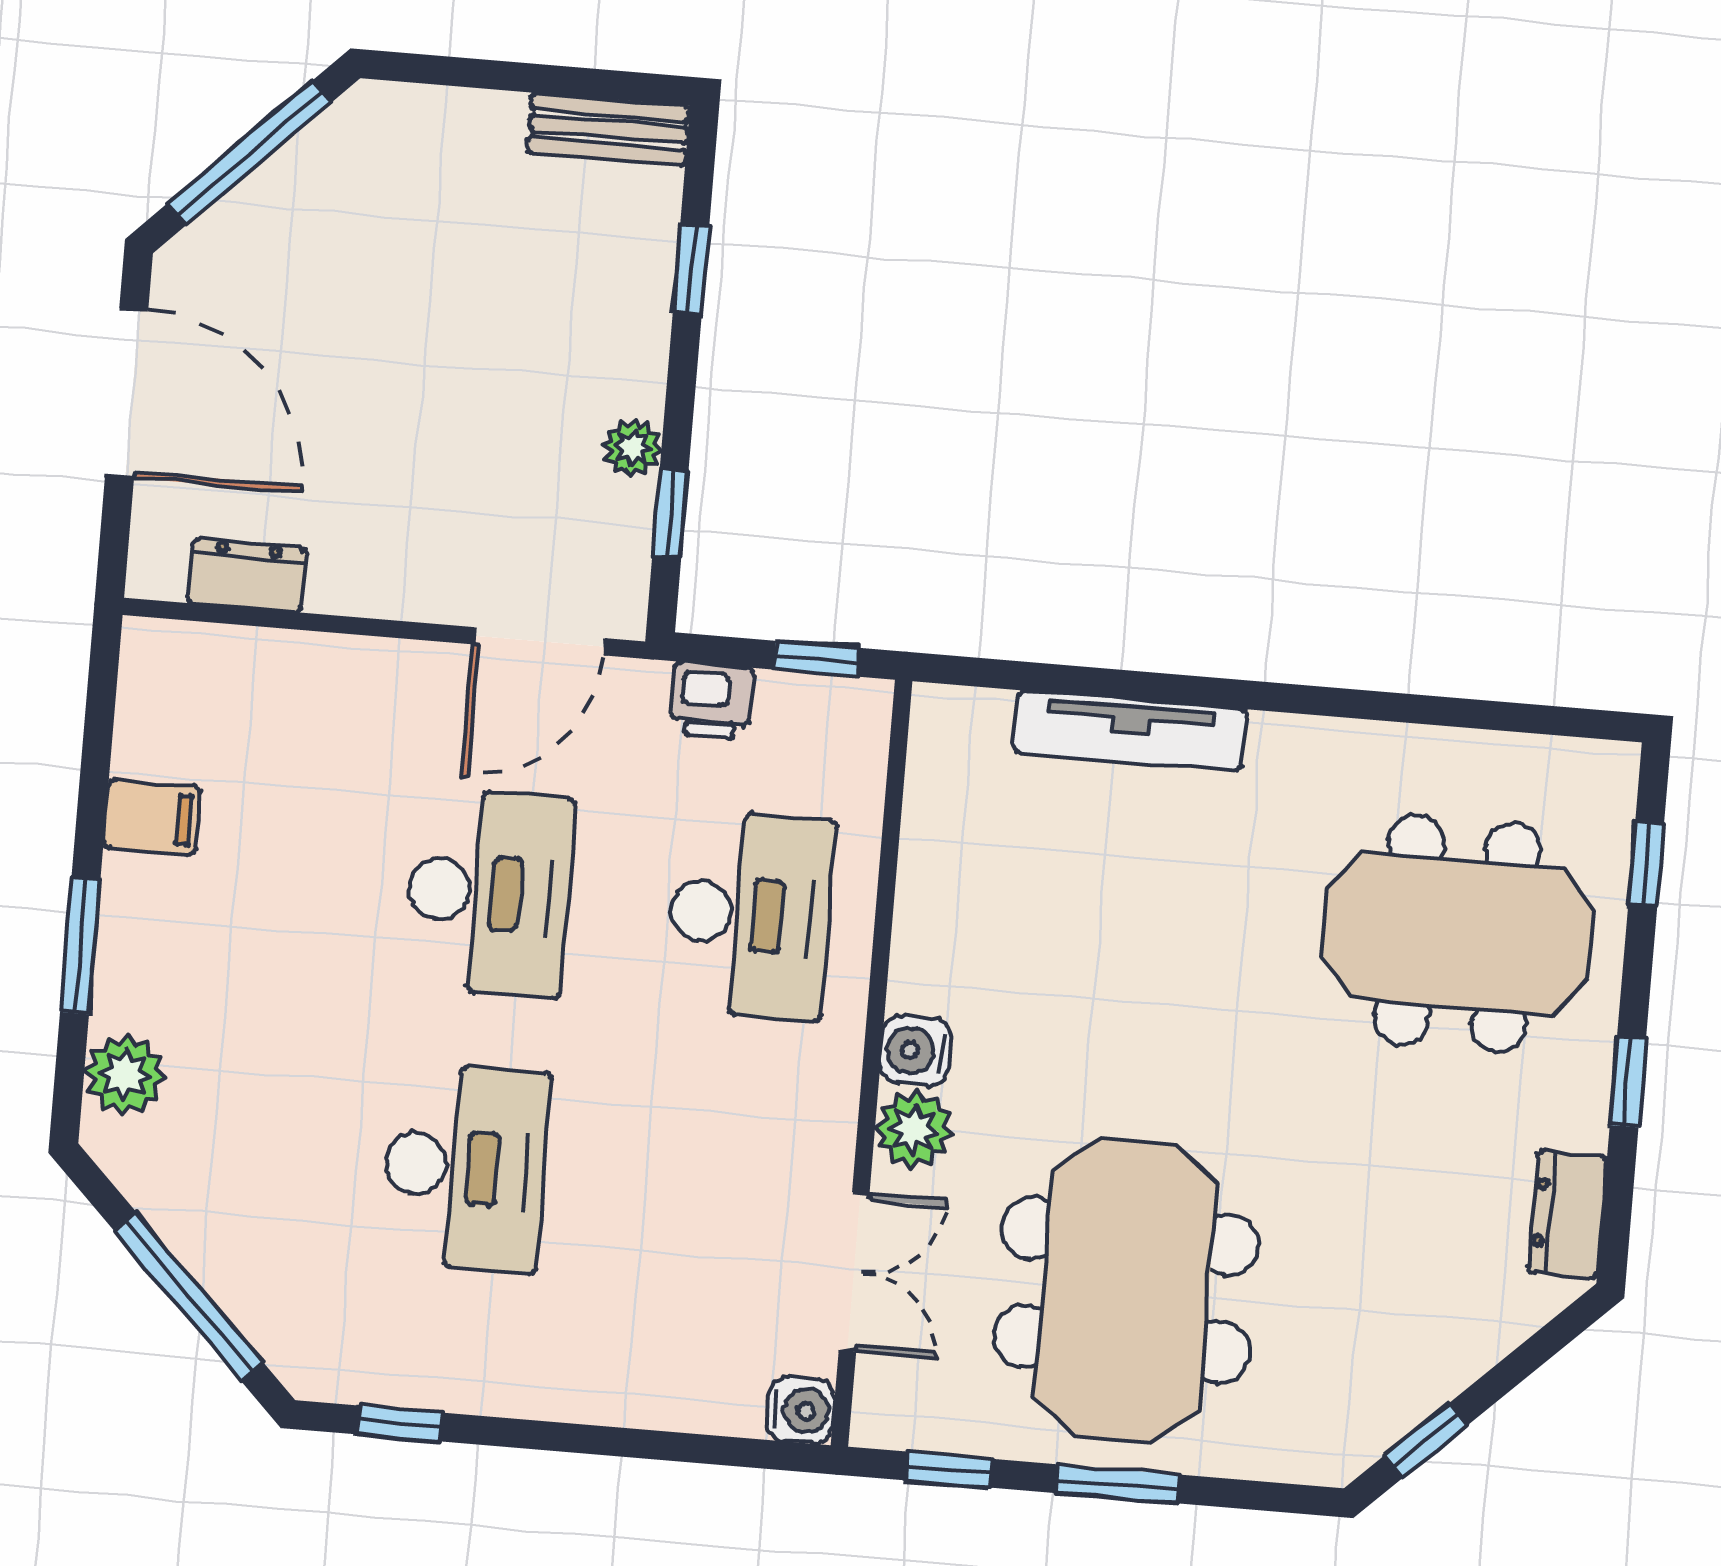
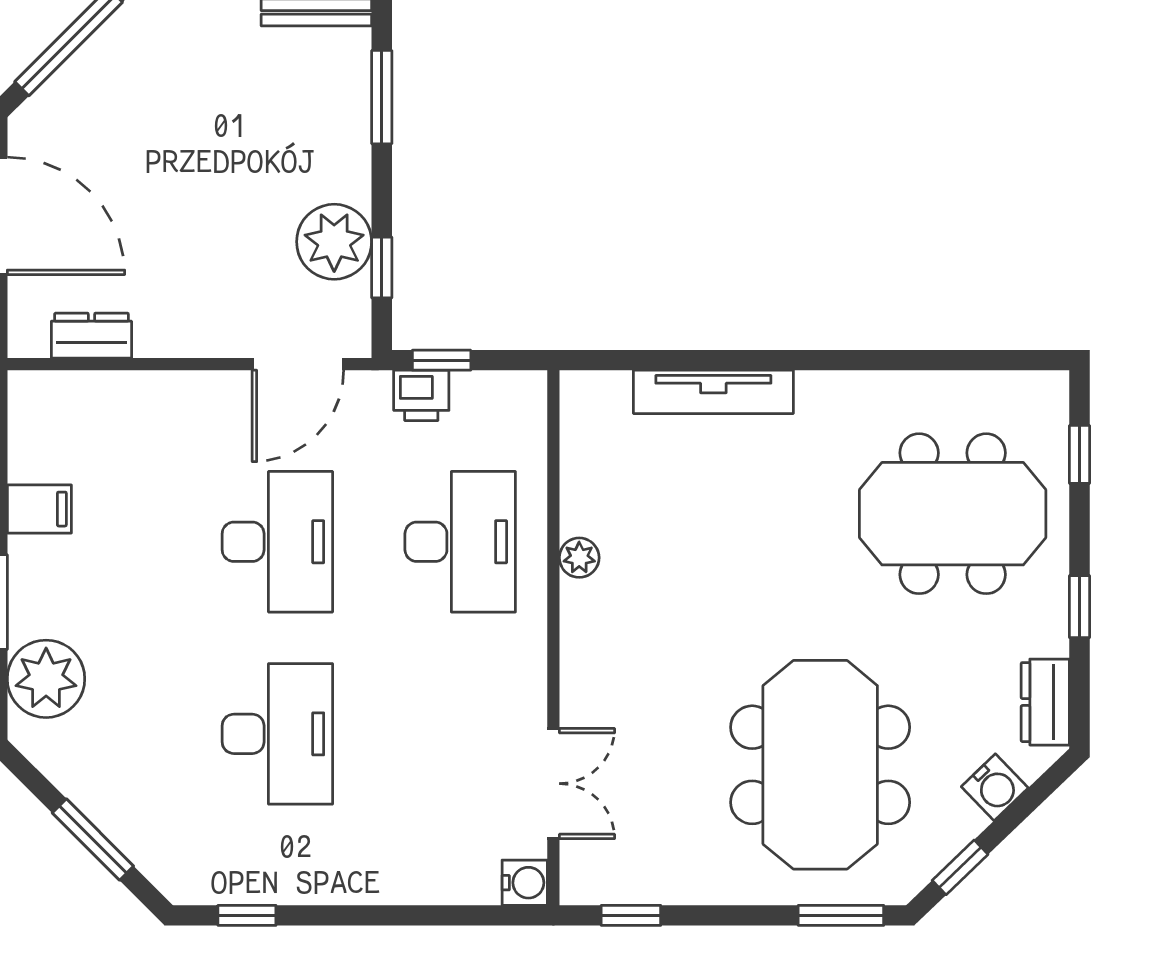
window: (691, 269) -> (382, 97), width x1.50
plant: (633, 447) -> (334, 242), width x1.88, depth x1.88
window: (817, 659) -> (442, 360), moved
water cooler: (915, 1051) -> (995, 787), moved, turned -134
plant: (125, 1074) -> (46, 679), width x1.36, depth x1.36
plant: (914, 1130) -> (579, 558), moved, width x0.73, depth x0.73
meeting table: (1126, 1290) -> (820, 765), moved
window: (189, 1296) -> (93, 839), width x0.69
window: (1118, 1484) -> (841, 915), moved

